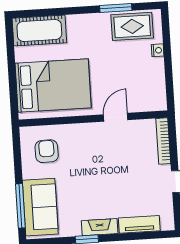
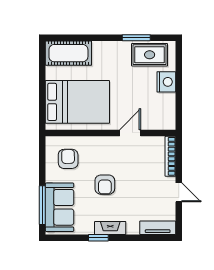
nightstand: (158, 50) -> (166, 82), width x1.89, depth x1.79
armchair: (90, 178) -> (105, 185), added
tv unit: (139, 224) -> (158, 228), moved

